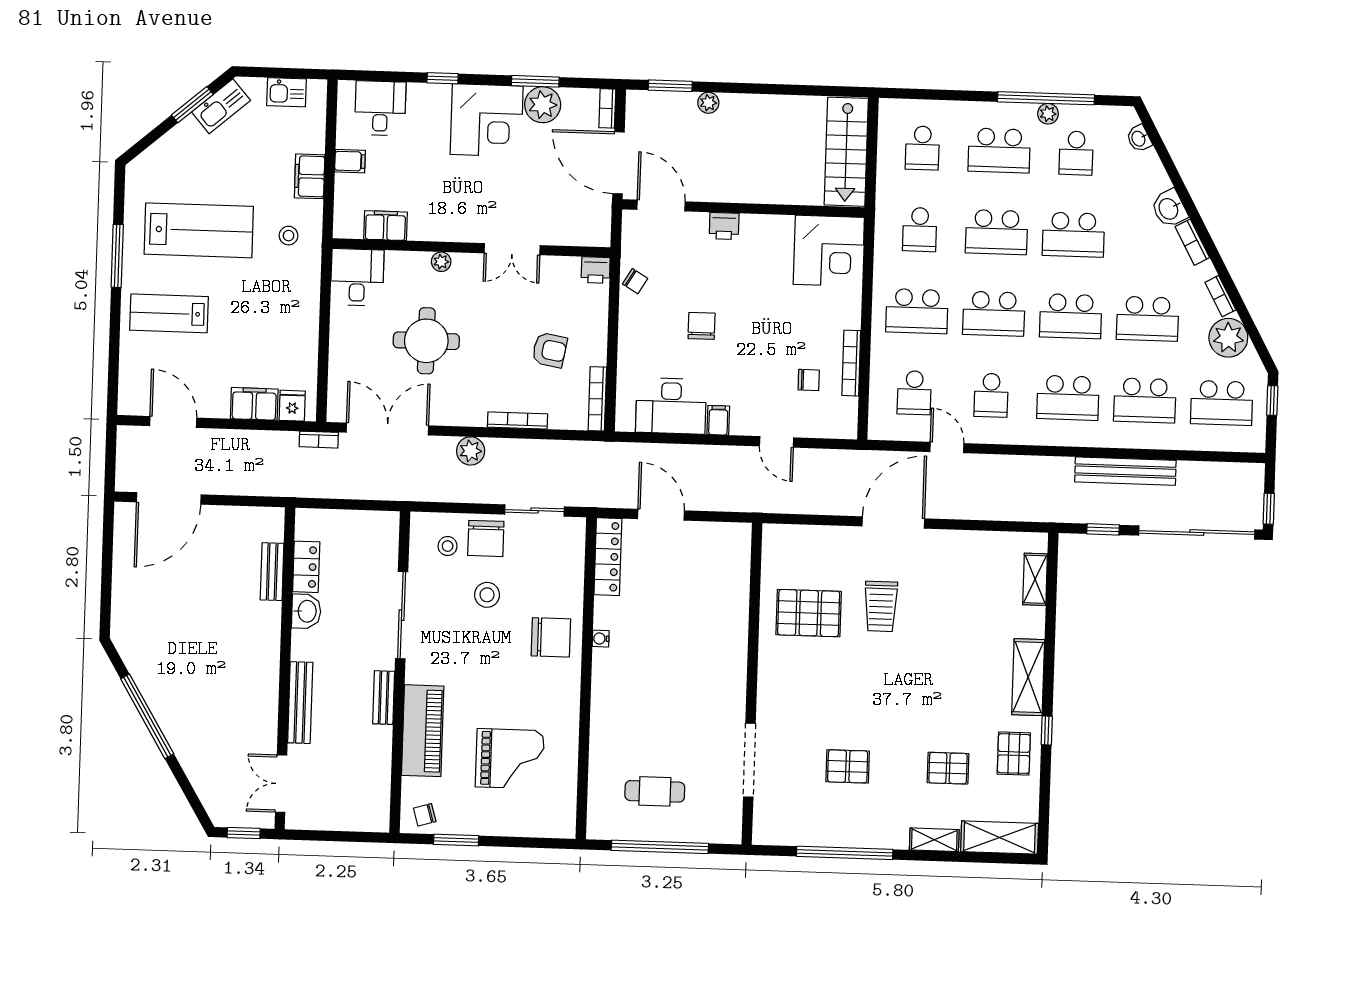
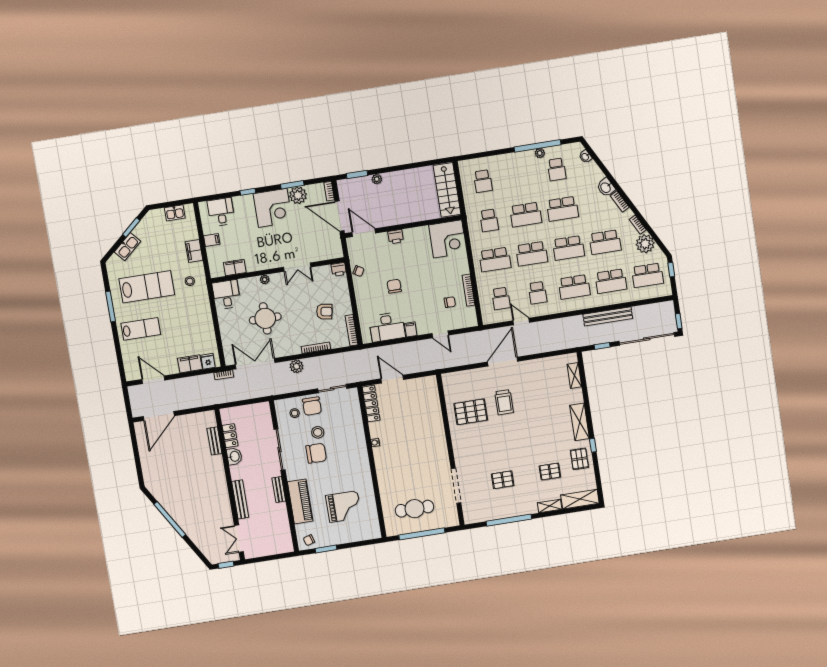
kitchen sink: (221, 106) -> (127, 247), moved
school desk: (999, 151) -> (520, 175), removed
lab bench: (169, 313) -> (141, 329), turned 180
chair: (551, 637) -> (316, 453), moved
cafe table: (655, 791) -> (414, 509), width x1.37, depth x1.35

